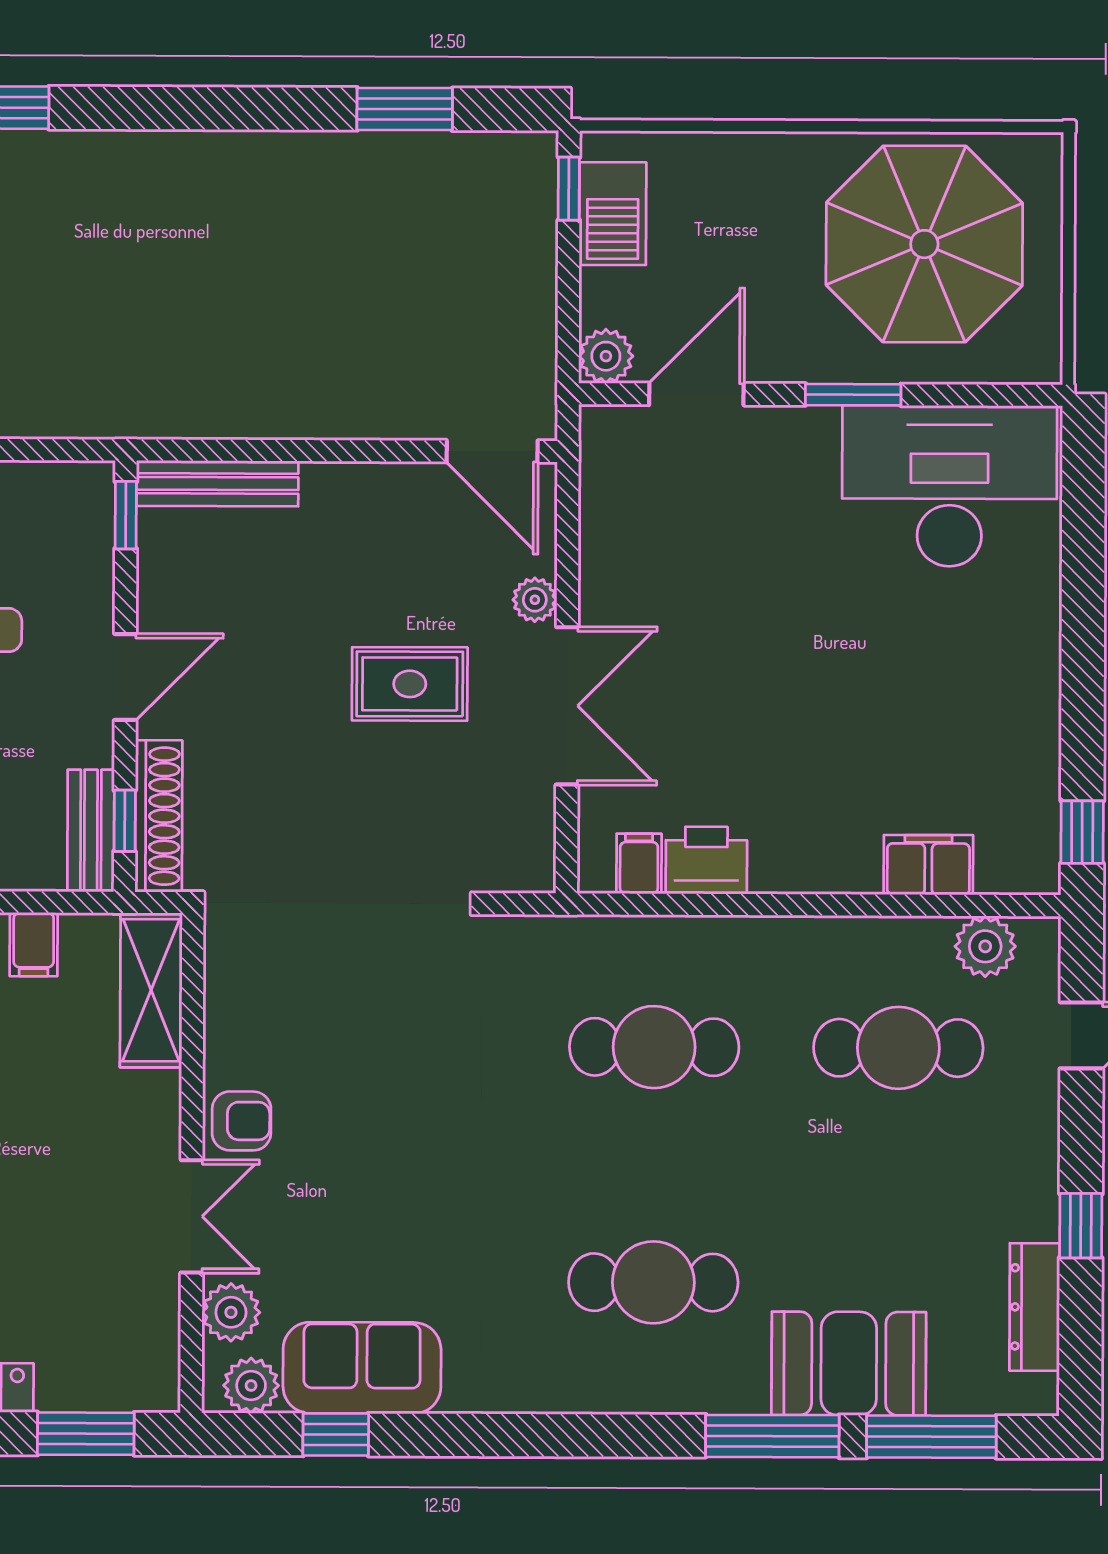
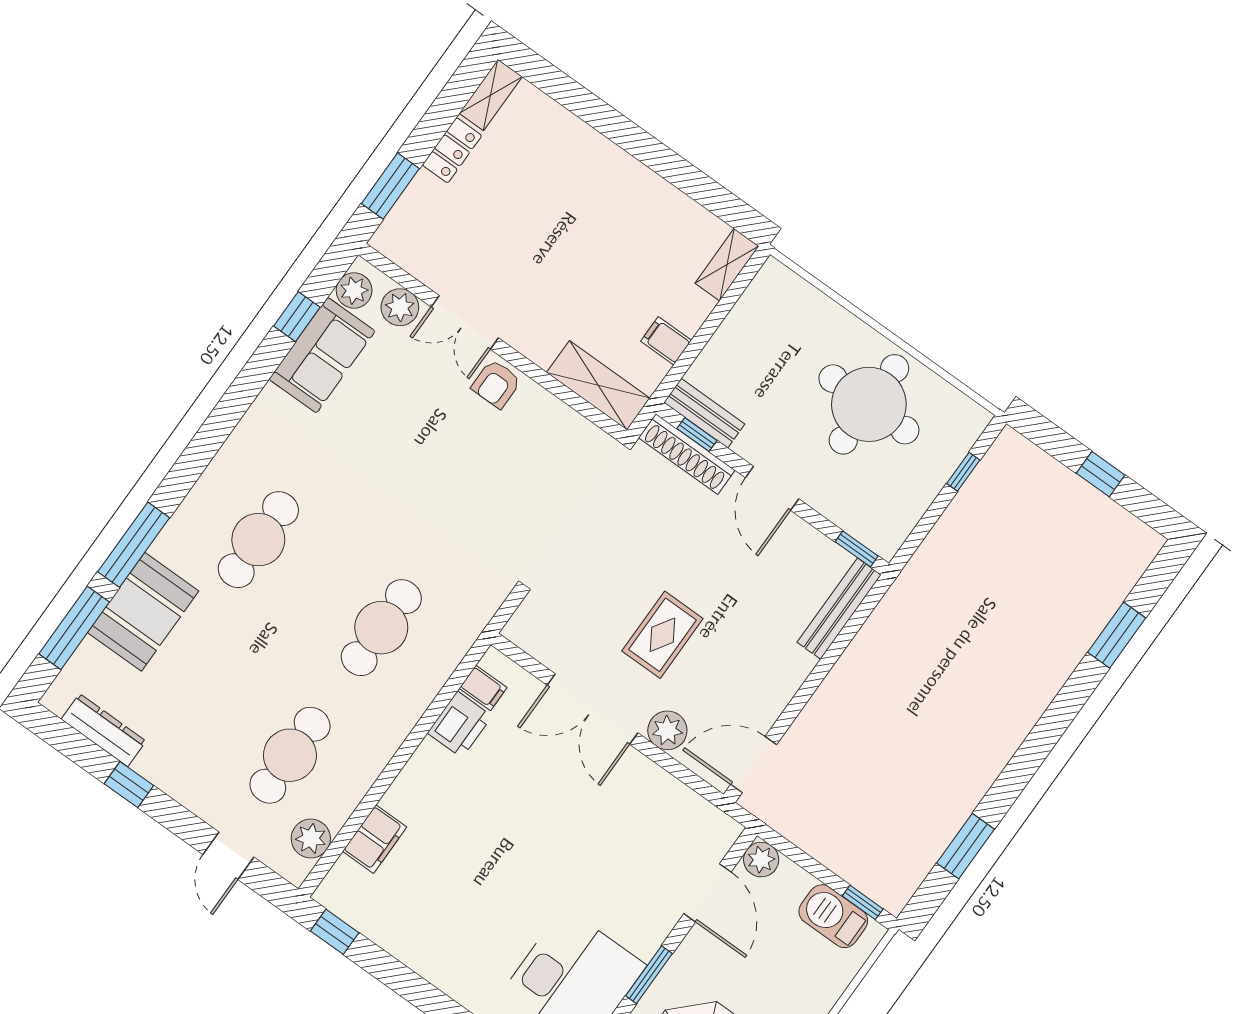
plant: (535, 600) -> (667, 730), width x1.38, depth x1.38

